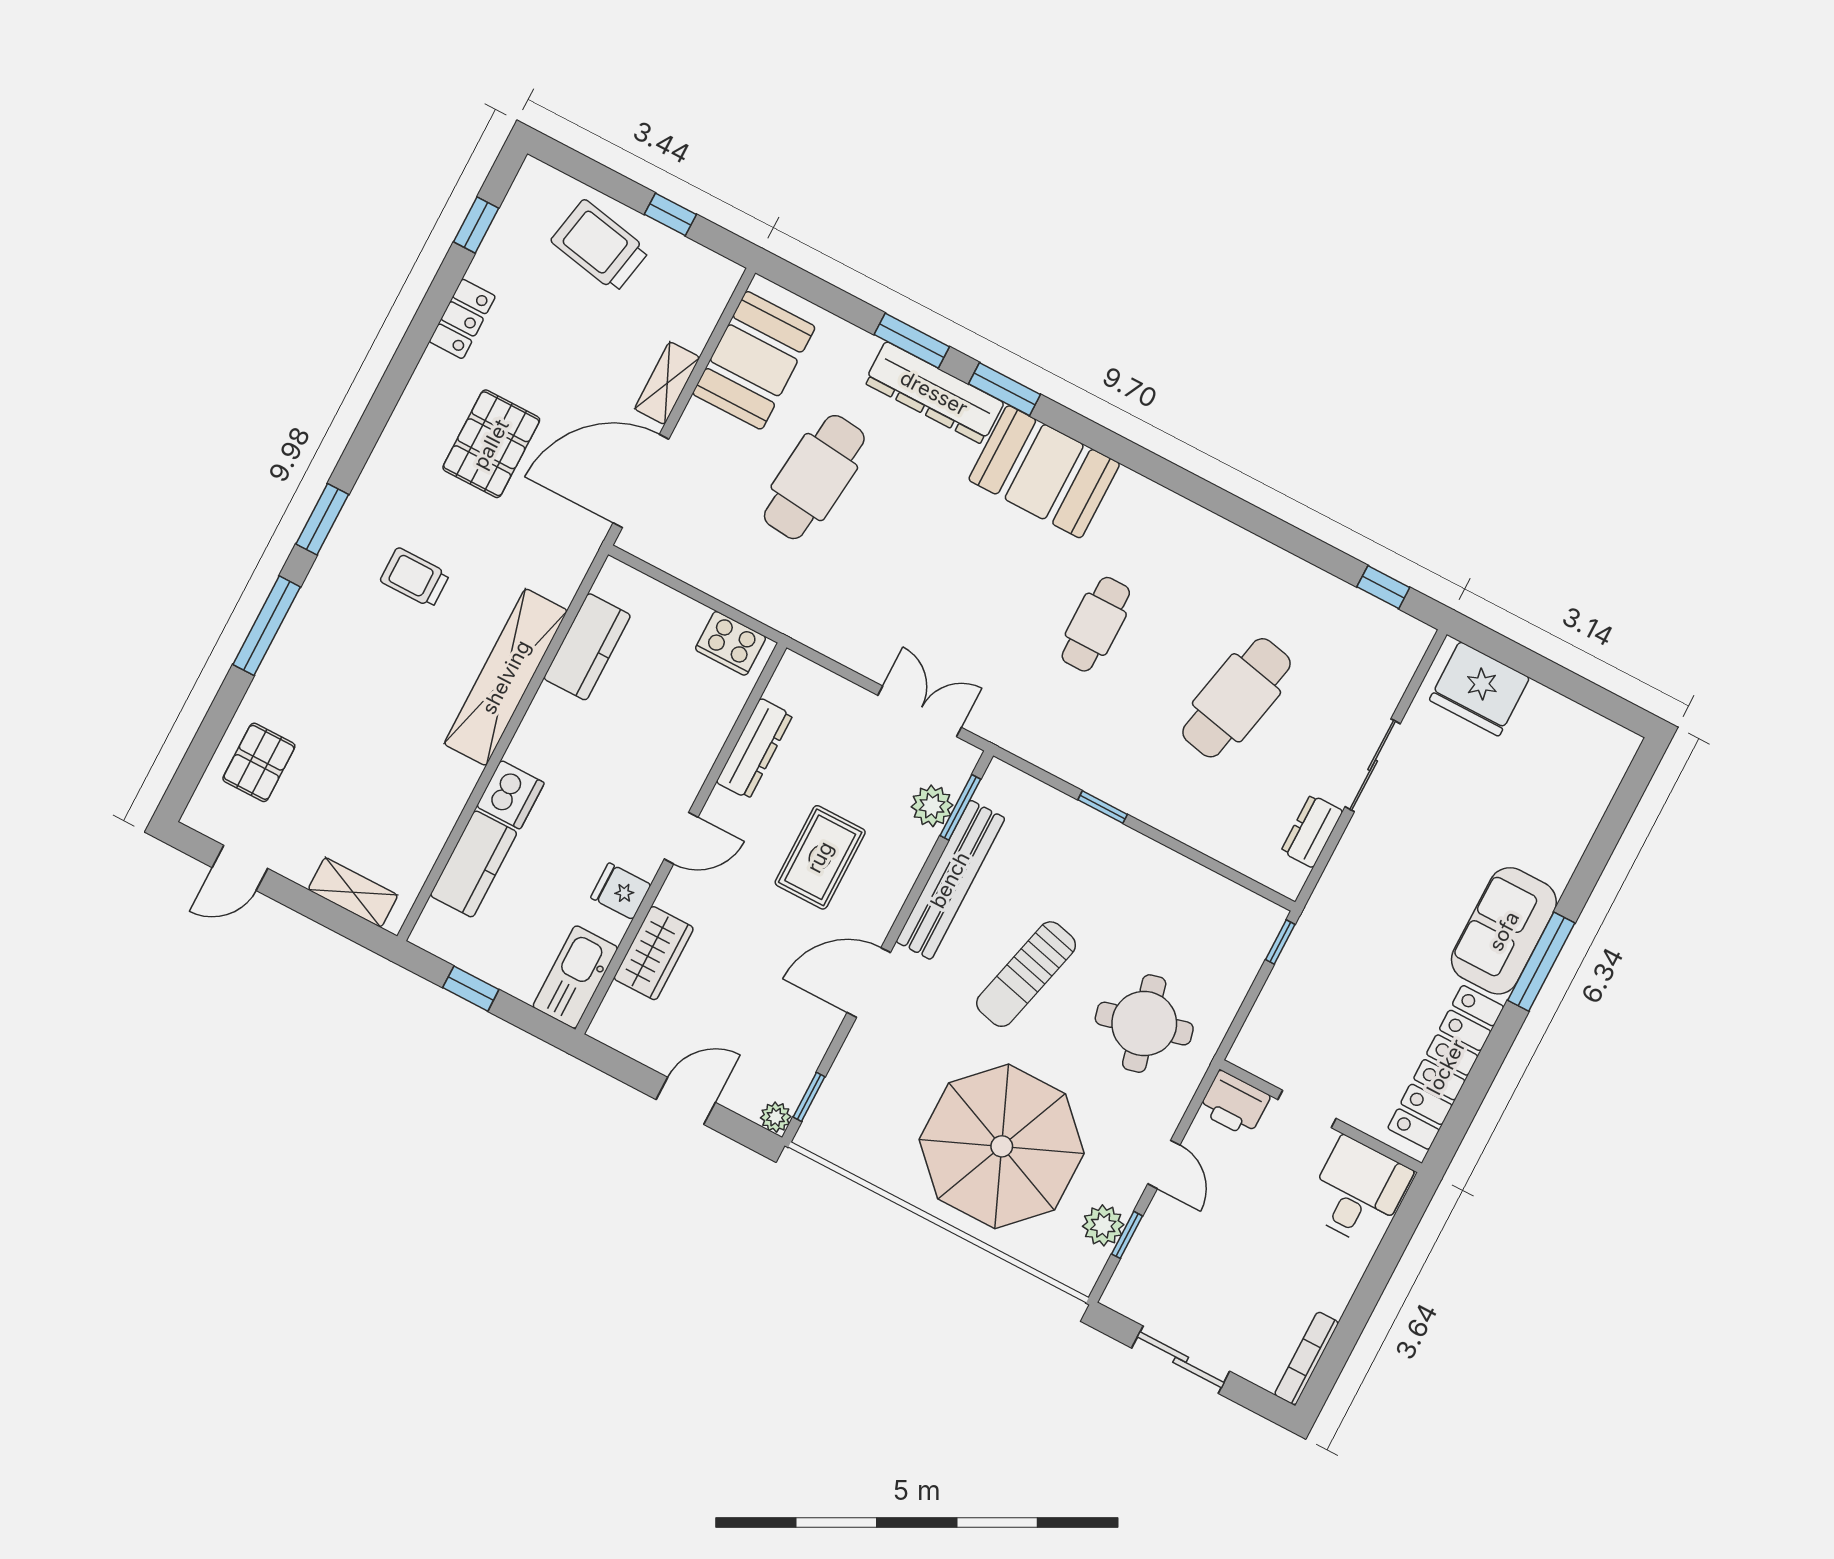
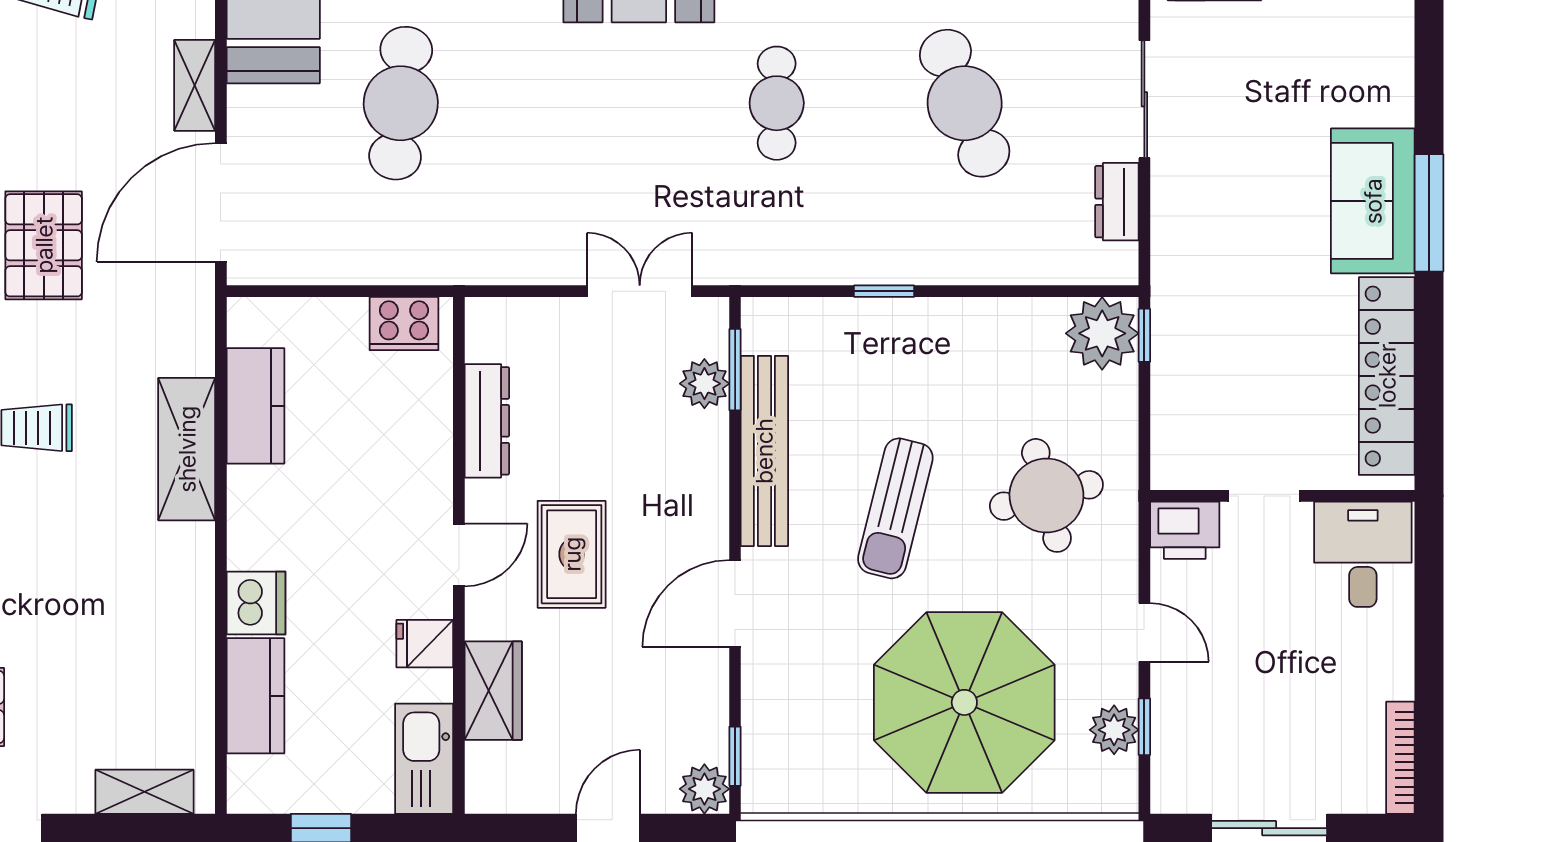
shelving: (506, 677) -> (187, 449), width x0.68
cafe table: (1236, 698) -> (965, 103), turned -33
rug: (820, 857) -> (572, 554), moved
plant: (1249, 924) -> (1102, 333), added
plant: (776, 1117) -> (704, 789), width x1.38, depth x1.38

